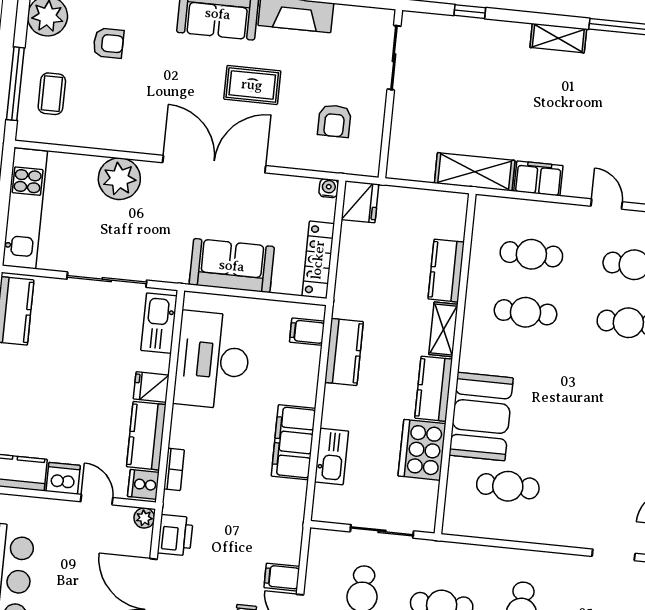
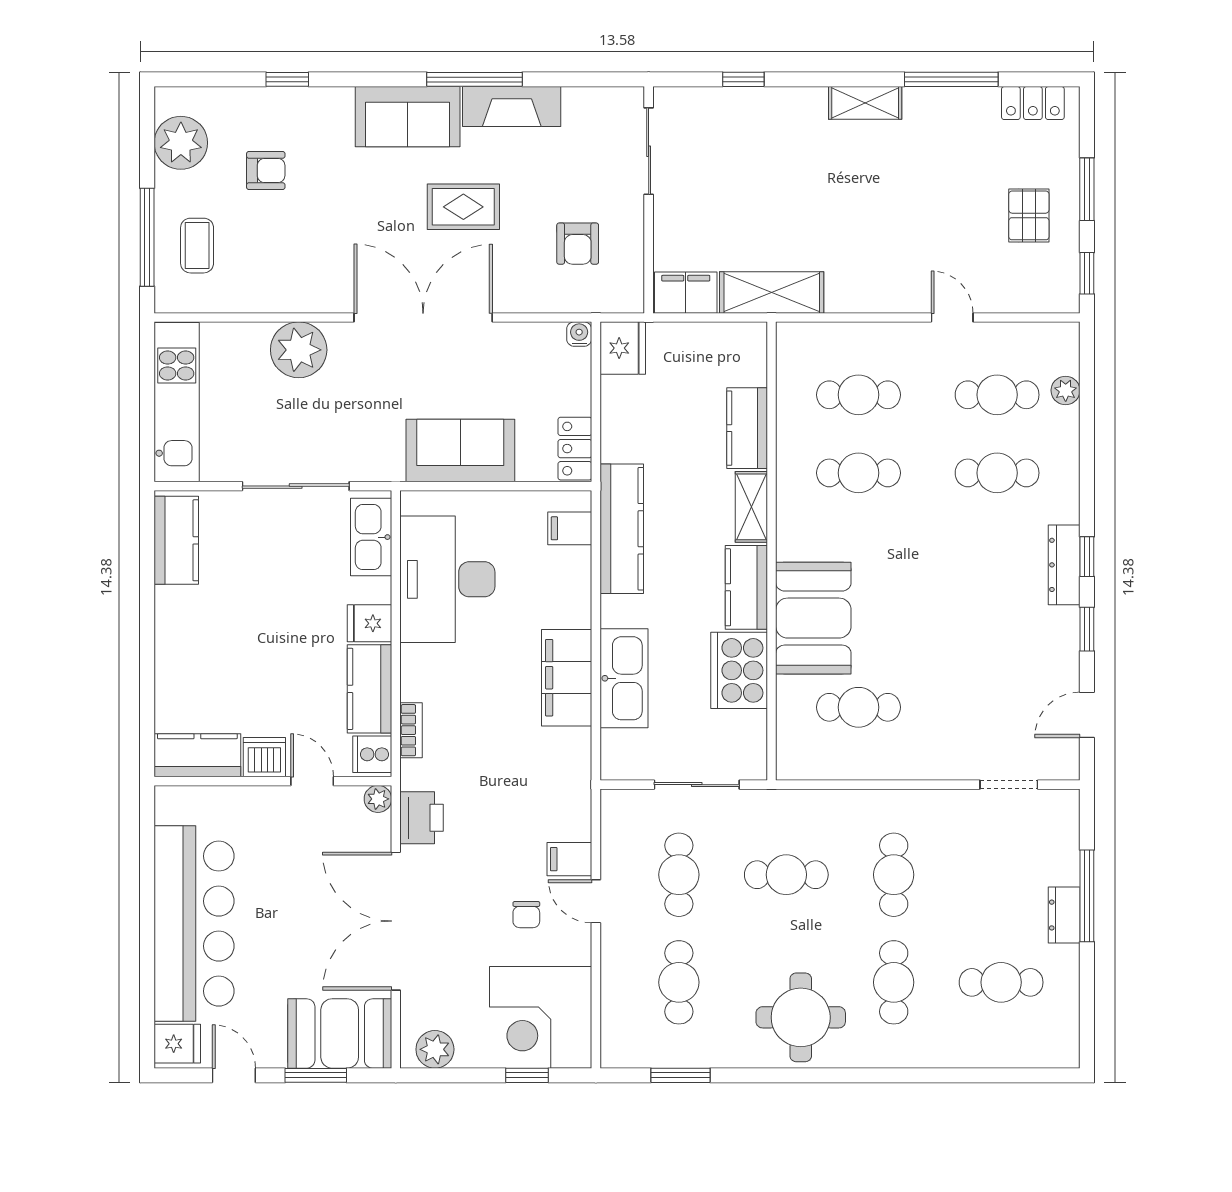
filing cabinet: (538, 178) -> (686, 293), moved
locker: (318, 260) -> (575, 449), width x0.66
kitchen counter: (344, 352) -> (622, 529), width x1.50
kitchen sink: (332, 456) -> (624, 678), width x1.36, depth x1.24

